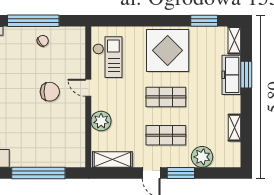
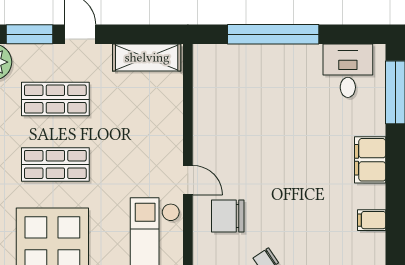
chair: (50, 92) -> (228, 216), moved
plant: (101, 121) -> (166, 123), removed

